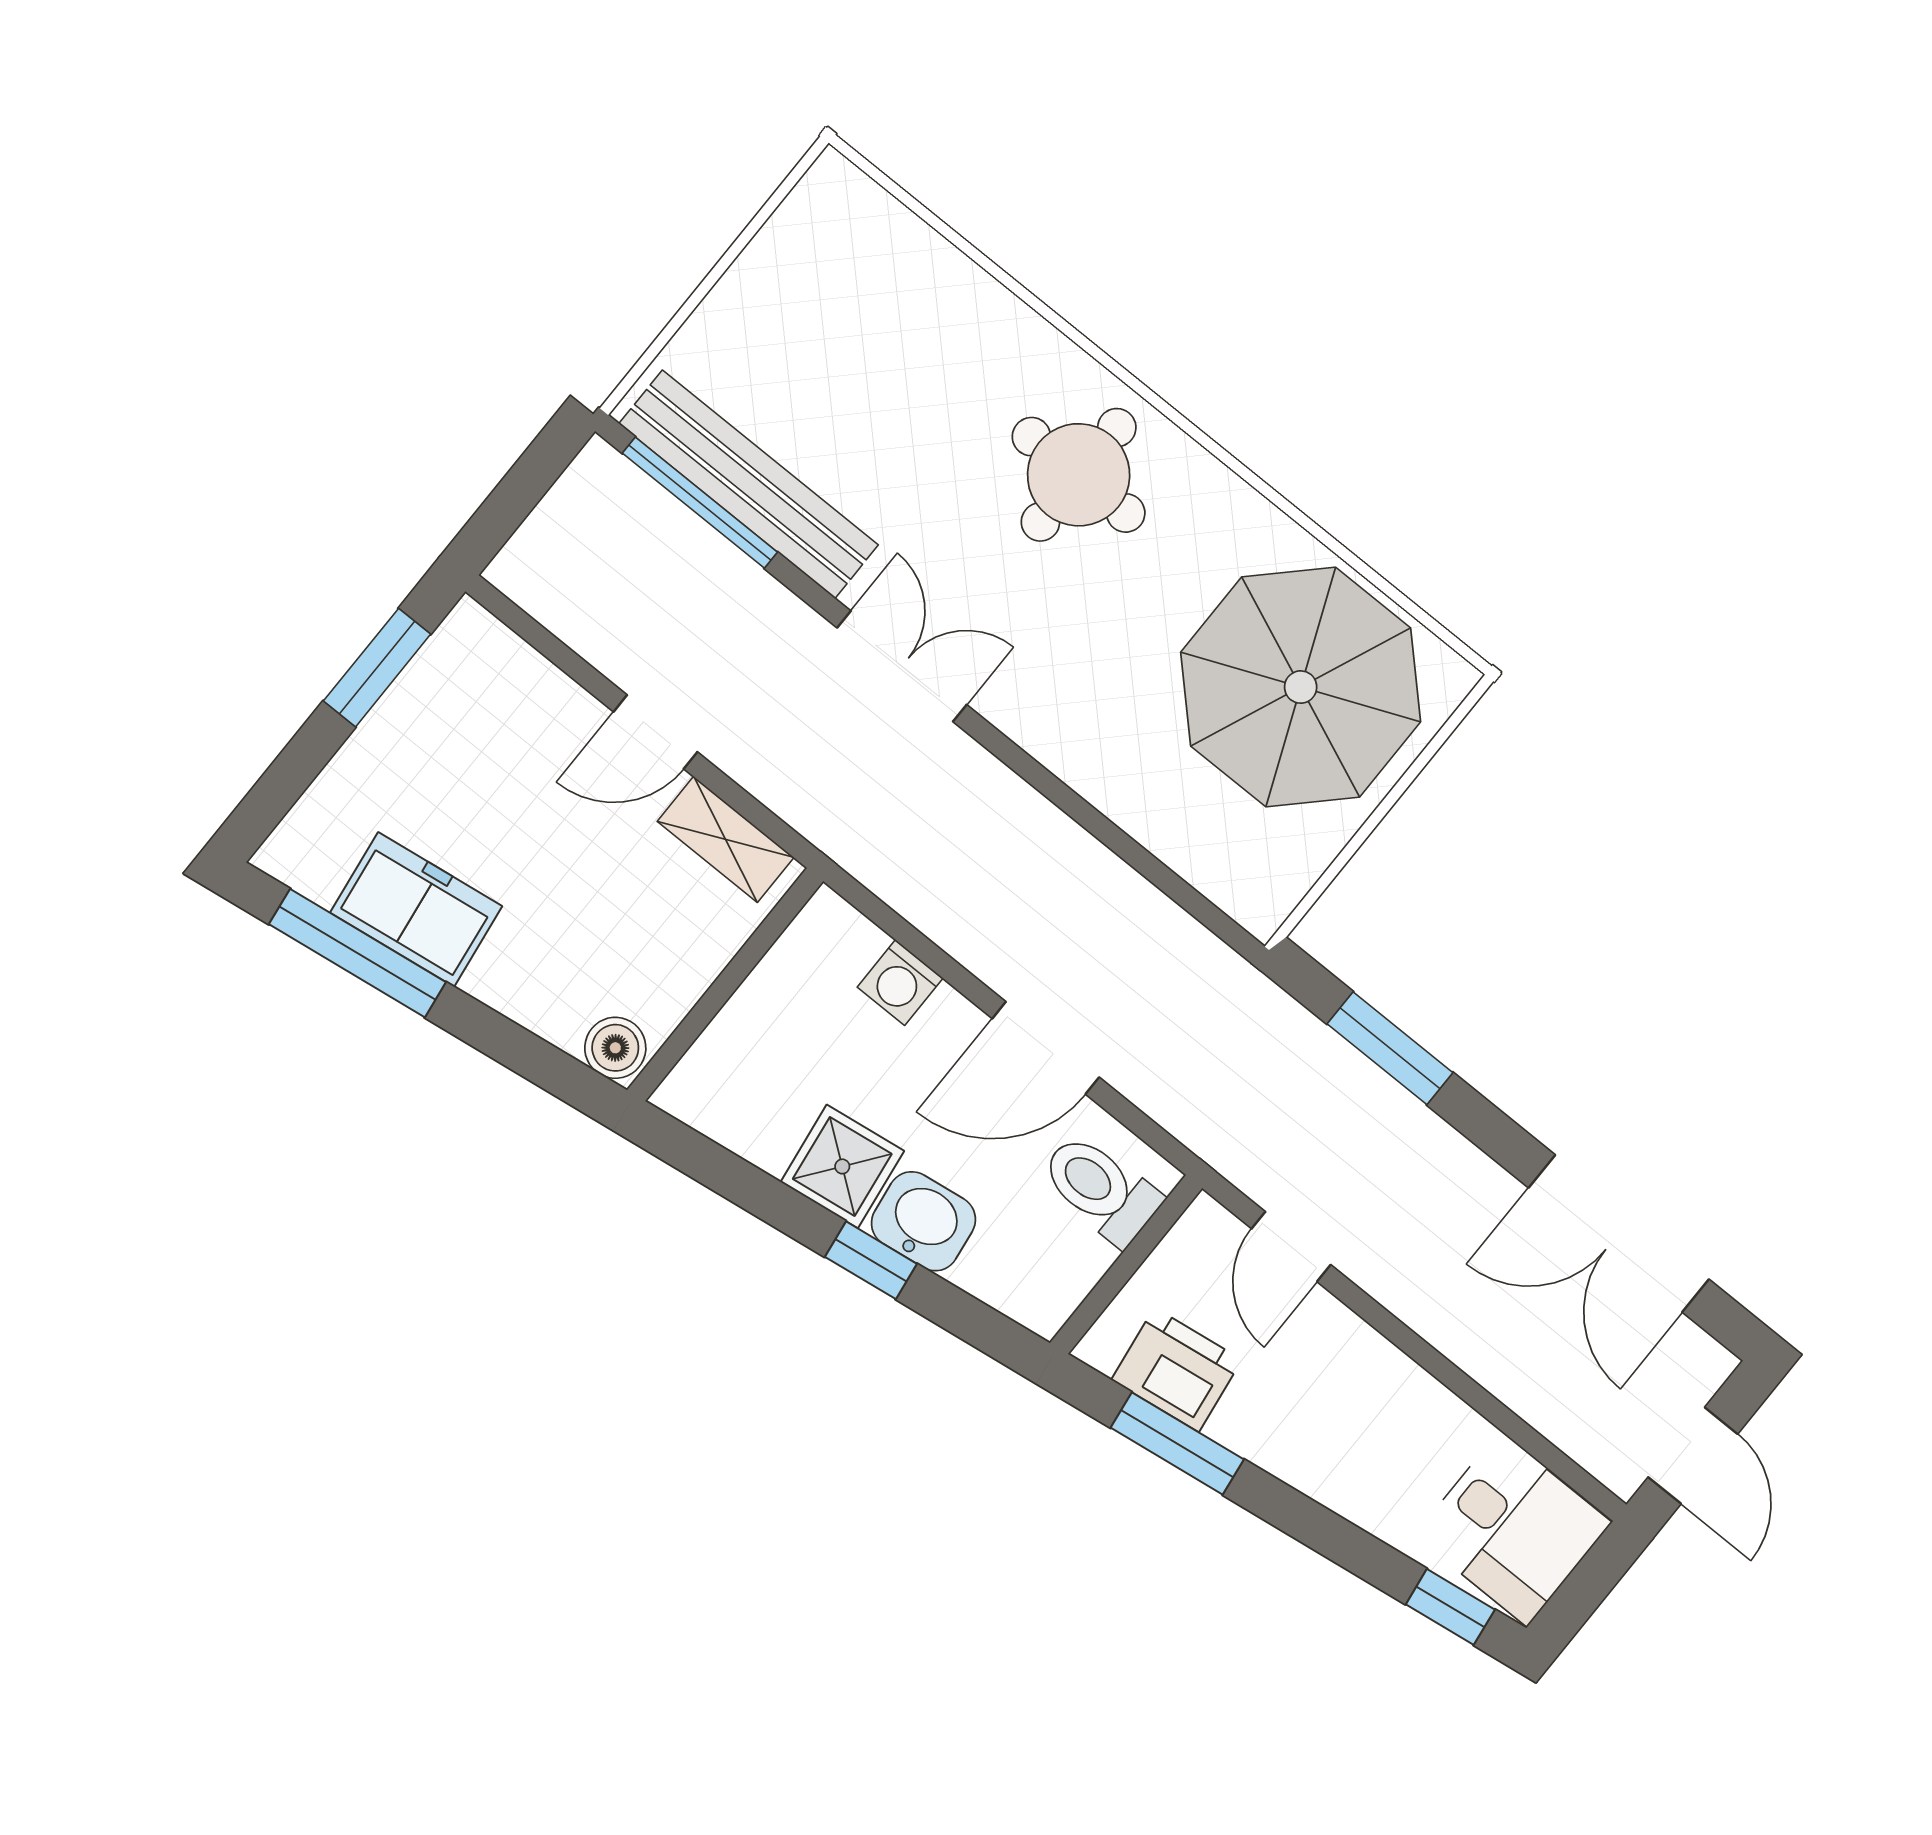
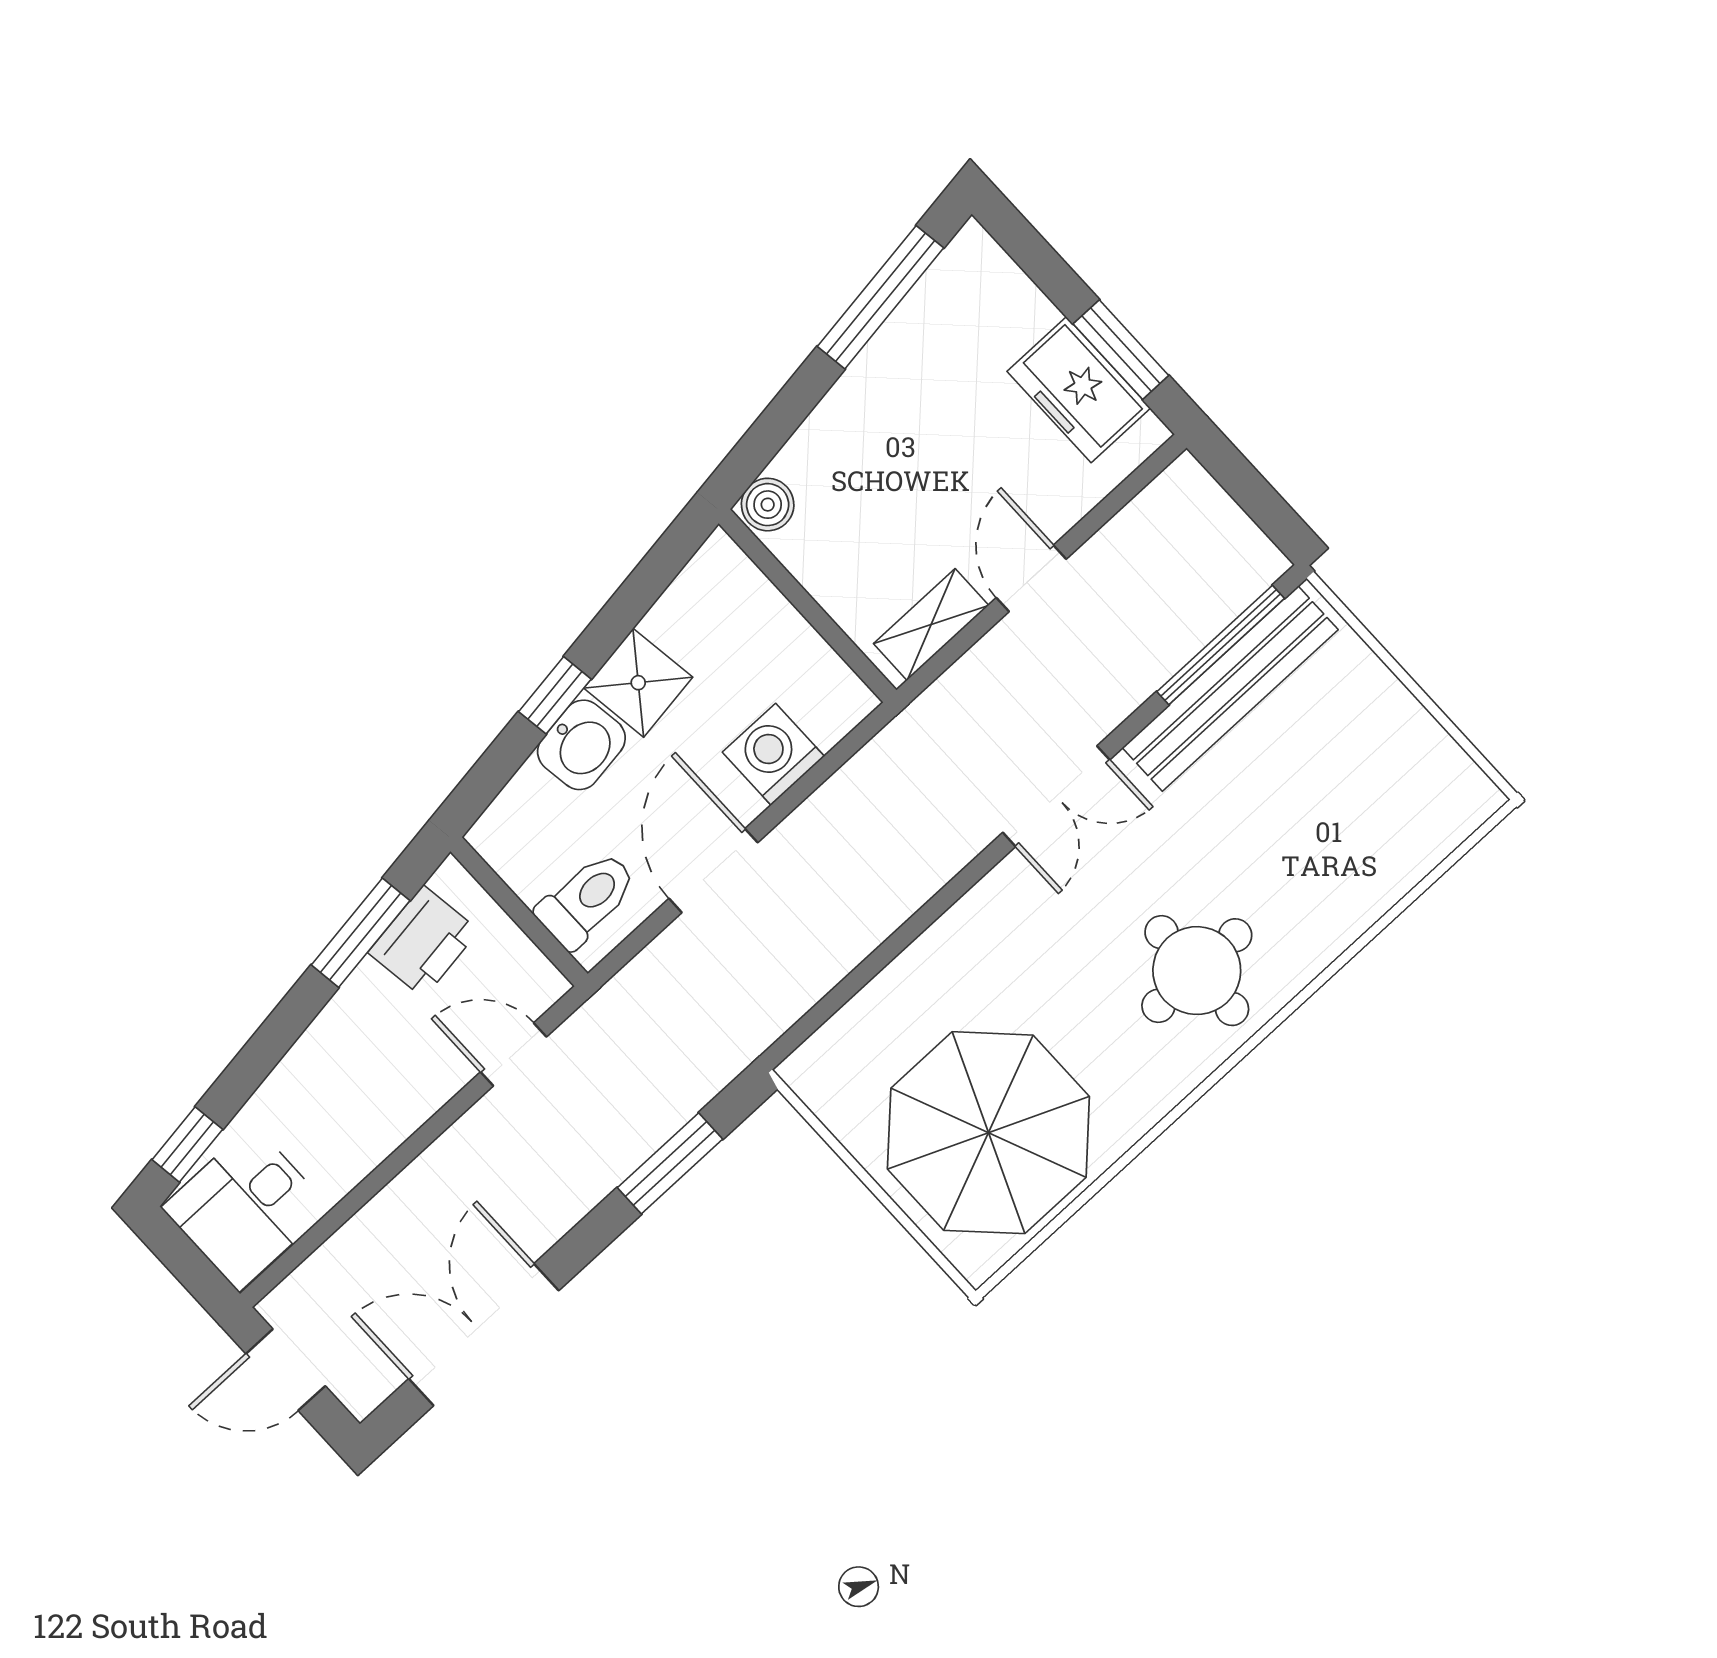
freezer: (416, 909) -> (1079, 390), moved, turned 98
washing machine: (900, 983) -> (773, 754), width x1.38, depth x1.38

